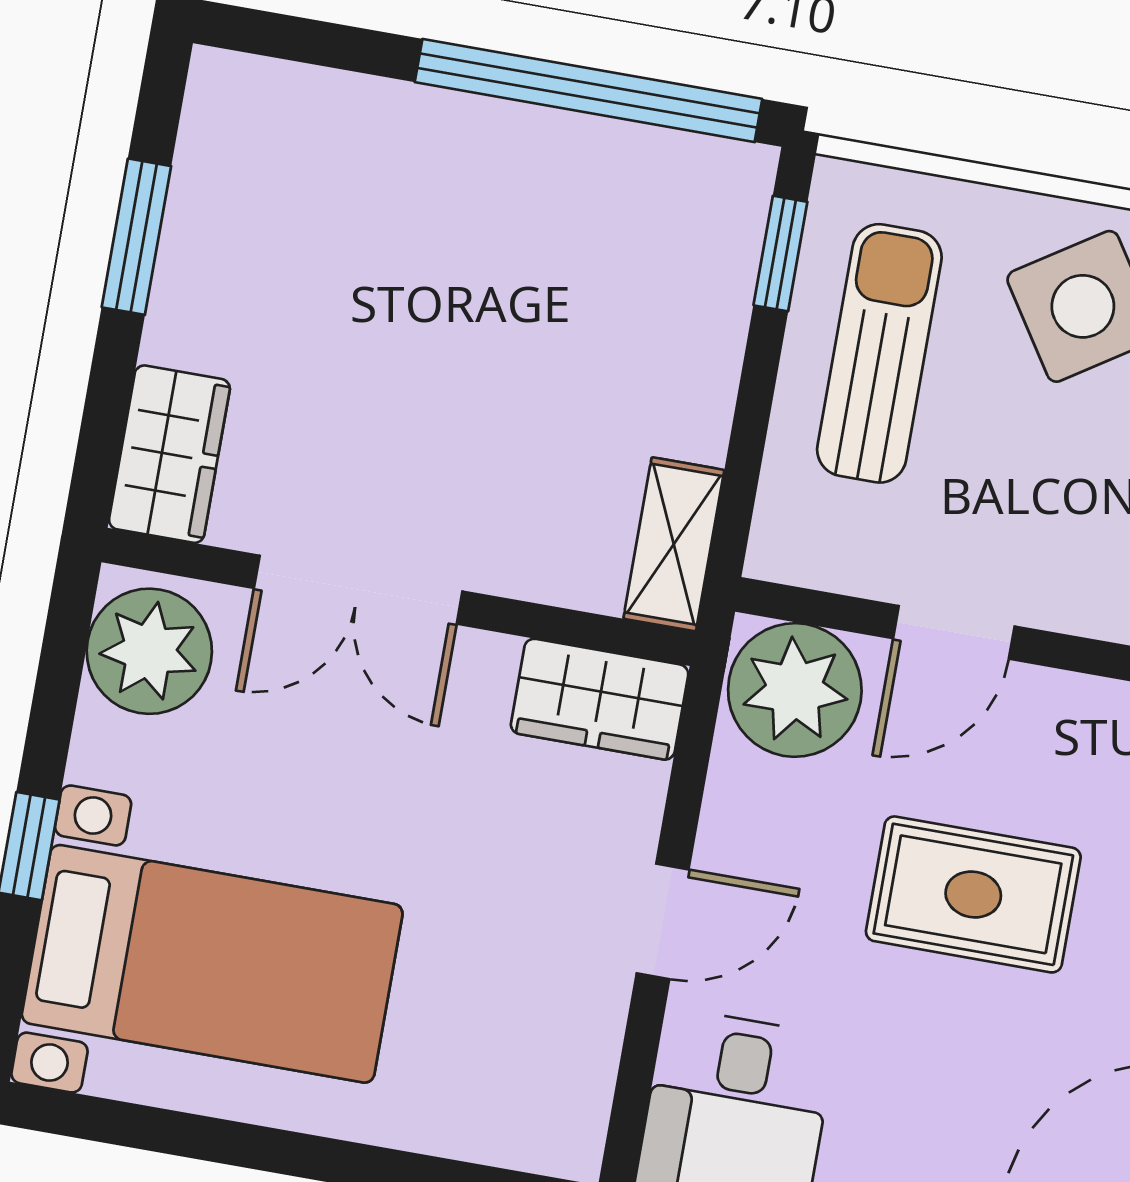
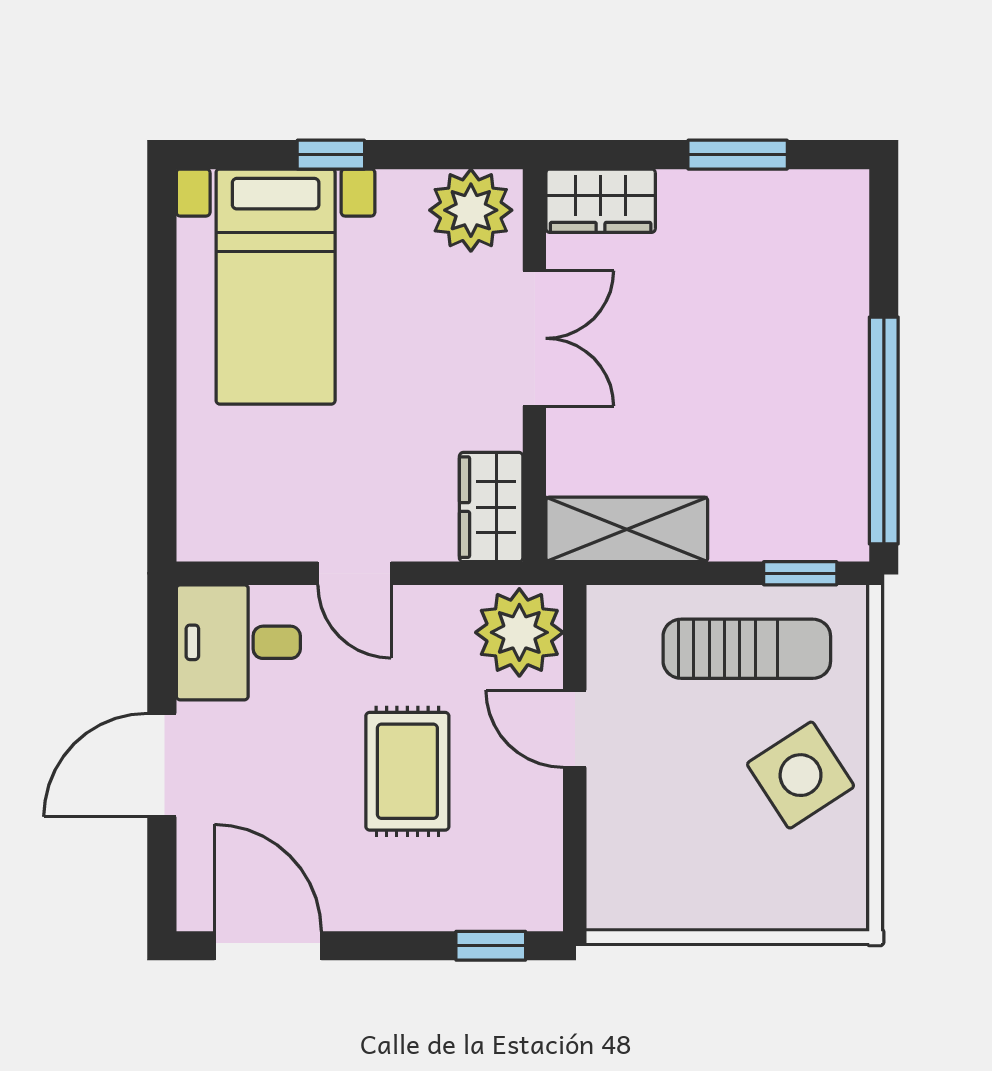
shelving: (674, 544) -> (627, 529), width x1.50, depth x1.33
double door: (358, 590) -> (534, 338), swing flipped

